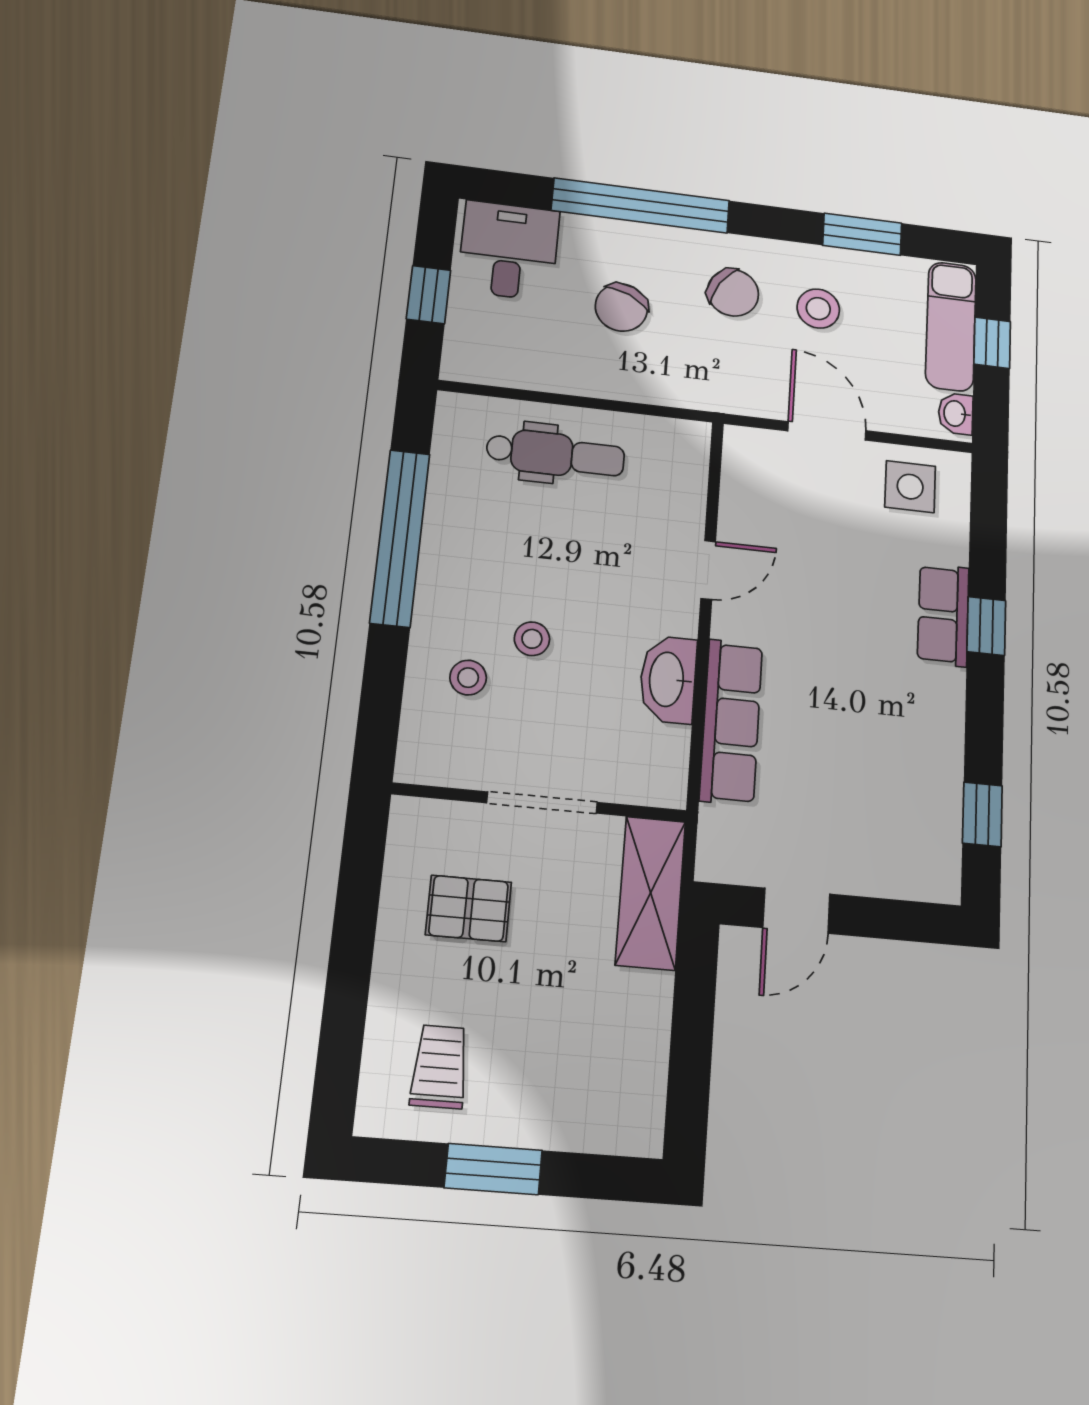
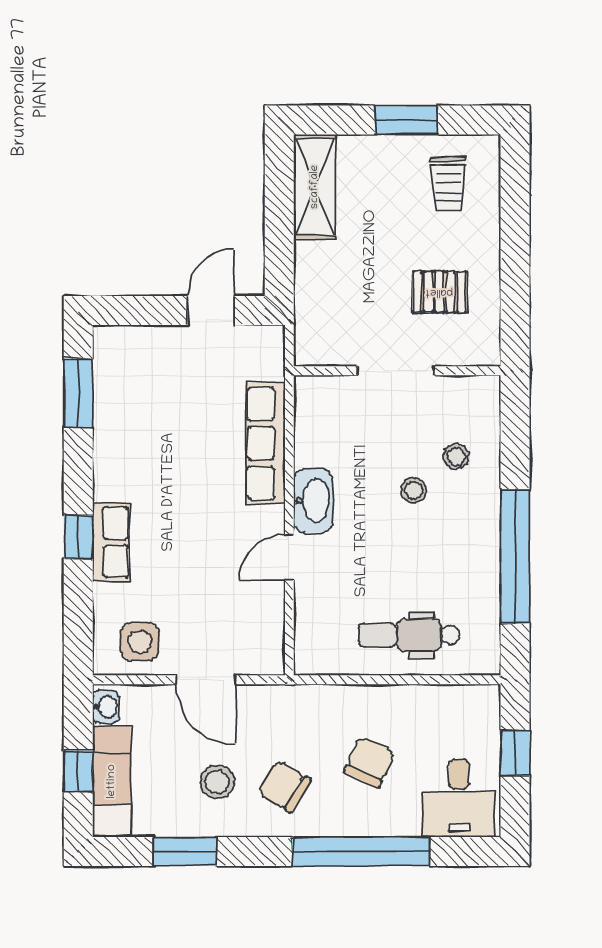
washbasin: (668, 679) -> (313, 501), moved
window: (982, 814) -> (78, 393), width x1.50
shelving: (651, 893) -> (315, 187), moved

